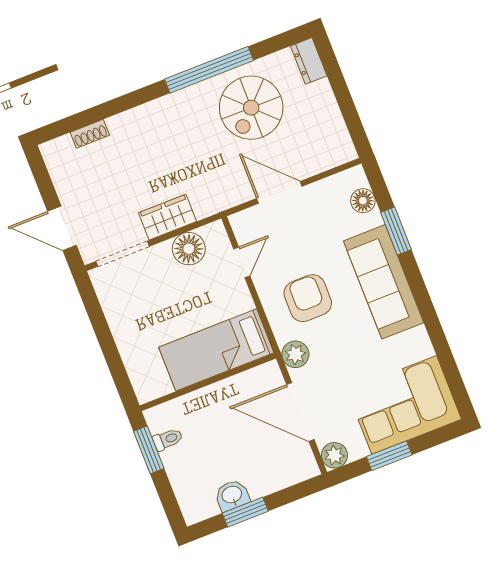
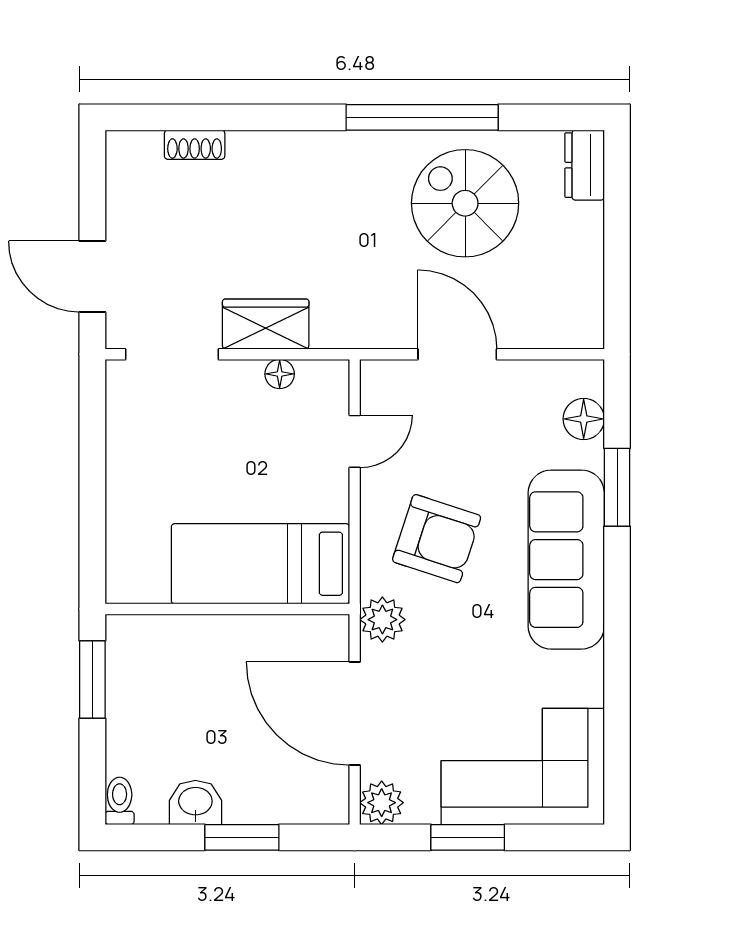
spiral stairs: (251, 108) -> (465, 203), turned 90
floor lamp: (189, 249) -> (280, 374), width x0.53, depth x0.53
armchair: (308, 298) -> (437, 539), turned 108
toilet: (168, 439) -> (120, 801), moved, turned -90
window: (245, 512) -> (242, 837), moved

